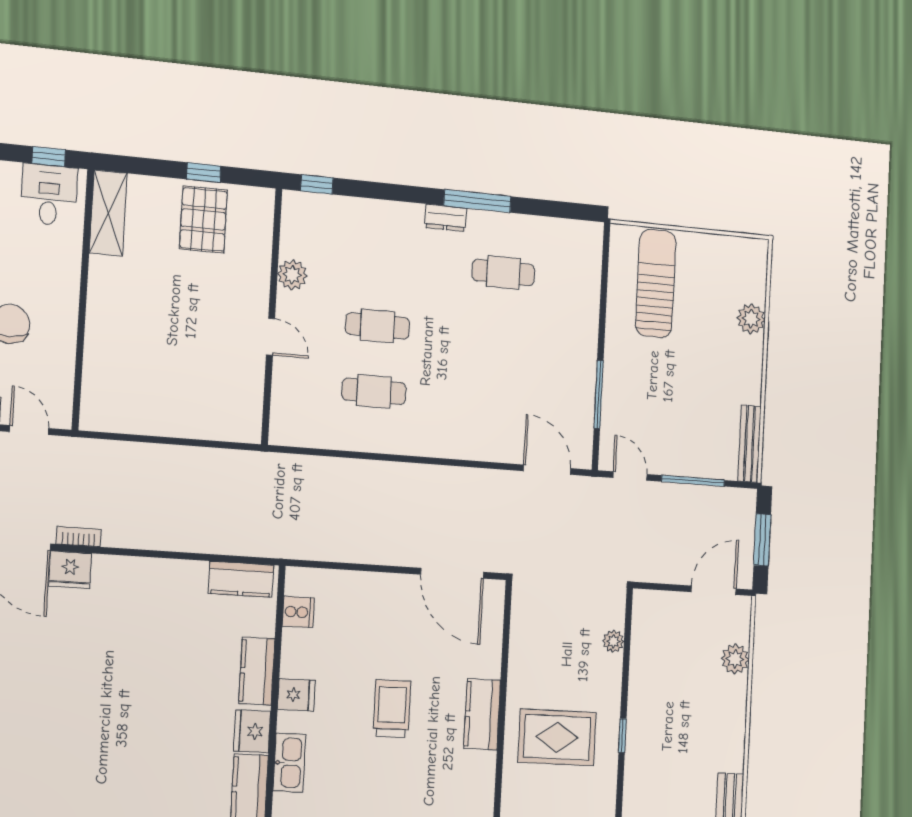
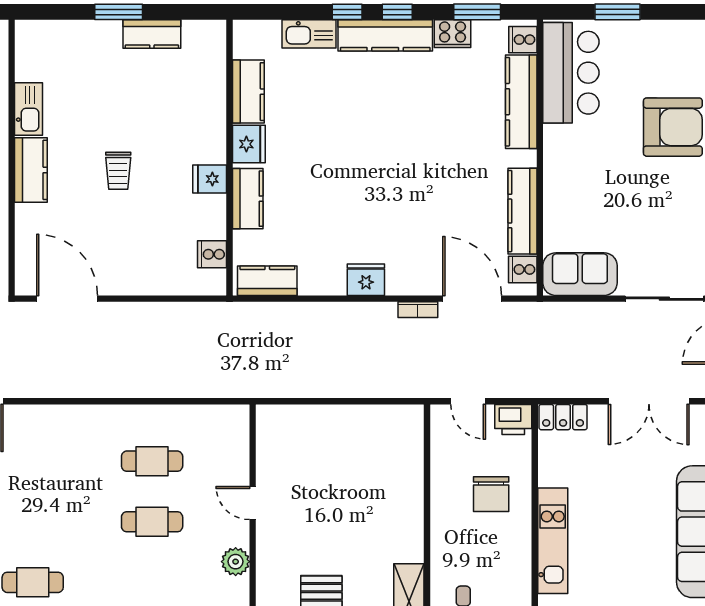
fridge: (70, 570) -> (366, 280), moved
trolley: (392, 709) -> (118, 171), width x0.73, depth x0.72
kitchen sink: (289, 763) -> (29, 109), moved, turned 180

